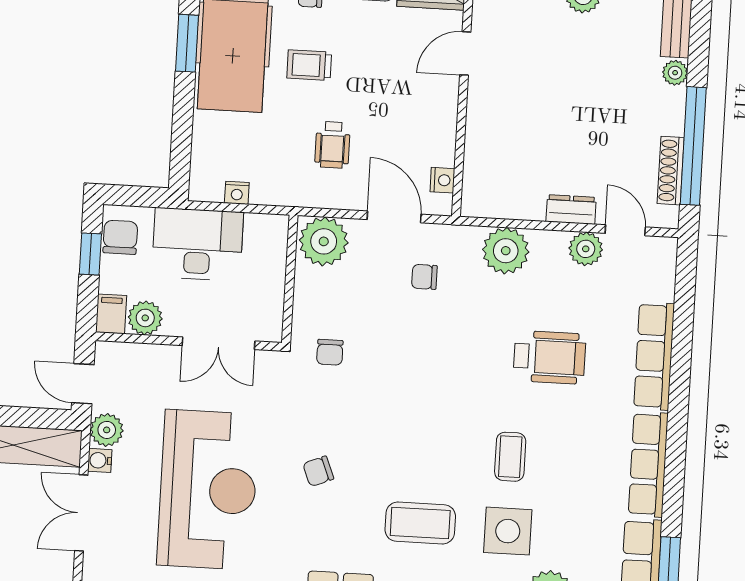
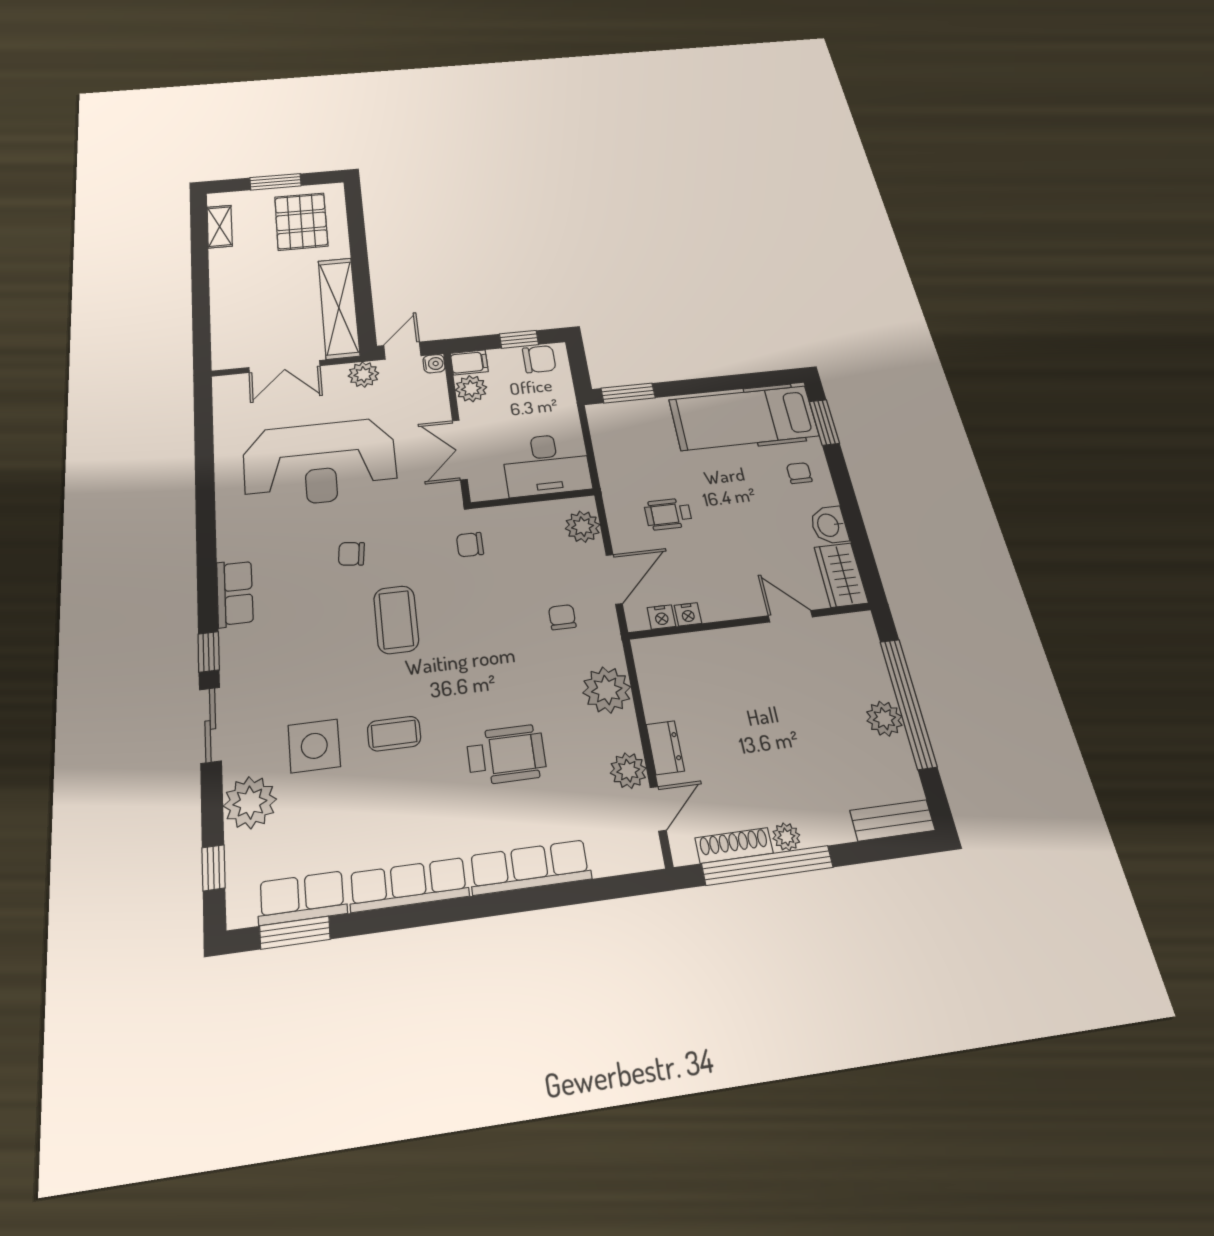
window: (187, 43) -> (628, 393), moved
trolley: (309, 65) -> (736, 482), removed
plant: (675, 73) -> (786, 837), moved
nightstand: (237, 193) -> (688, 614), moved, turned -90
plant: (324, 241) -> (583, 527), width x0.73, depth x0.73
desk: (198, 244) -> (546, 465), moved, turned 90
wheelchair: (550, 357) -> (506, 755), turned -90
water cooler: (100, 460) -> (434, 364), moved, turned 90
chair: (318, 471) -> (351, 554), turned -61
double door: (81, 513) -> (285, 367), swing flipped
coffee table: (420, 523) -> (396, 620), moved

